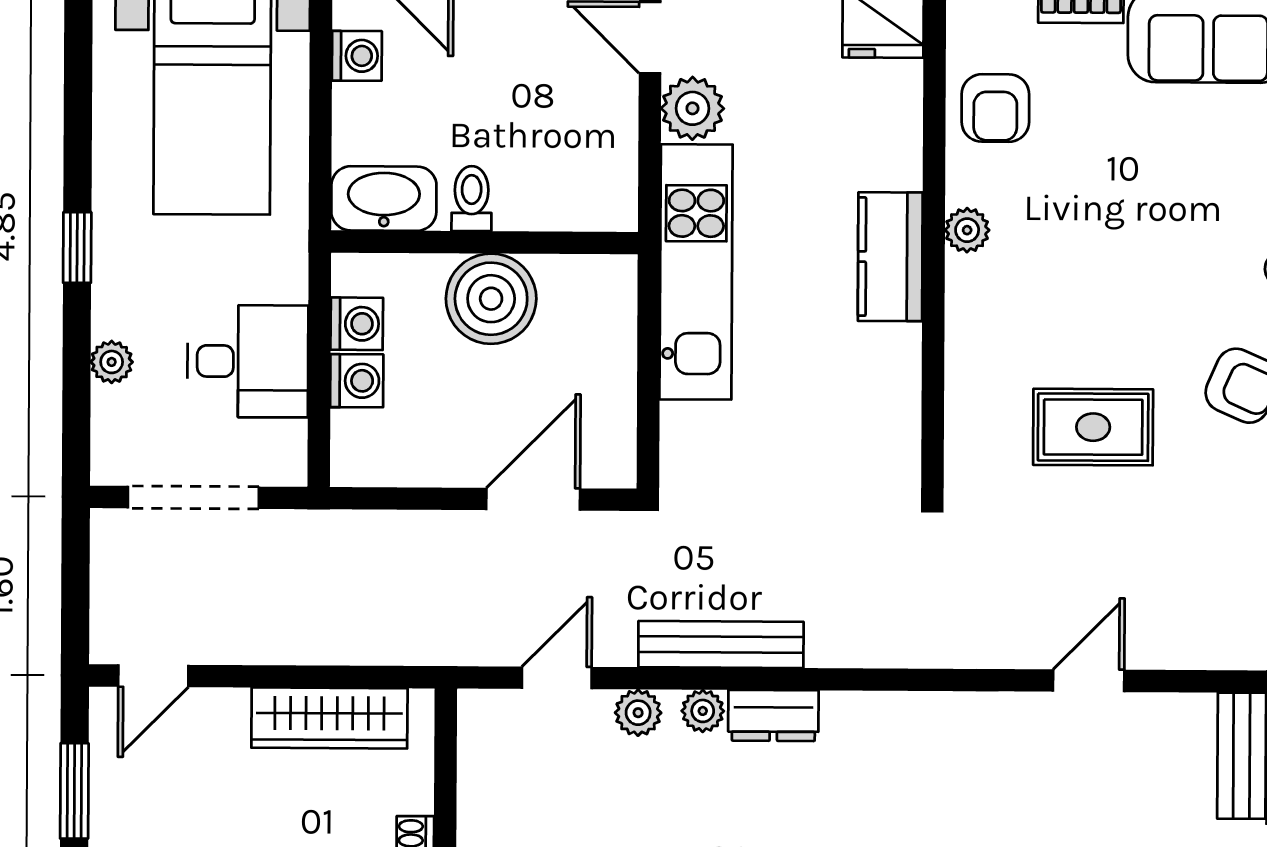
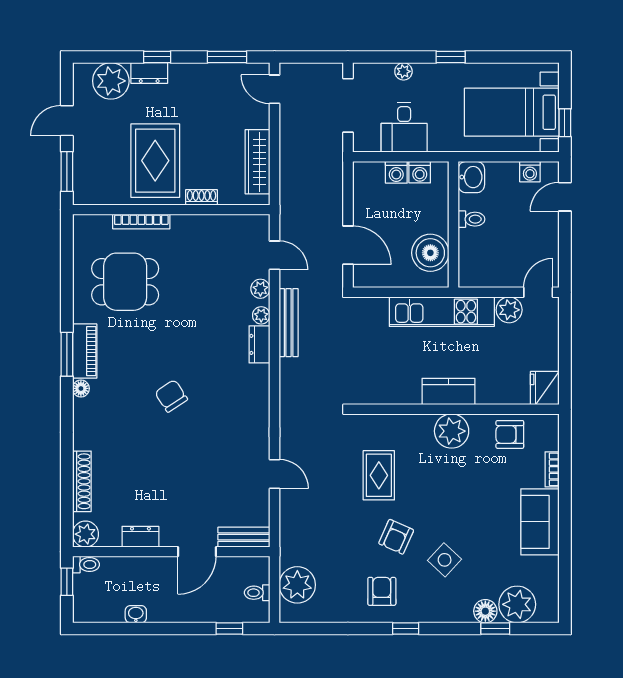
washbasin: (384, 199) -> (471, 177), width x0.72
plant: (967, 230) -> (452, 431), width x1.87, depth x1.87
boiler: (491, 299) -> (430, 253), moved

